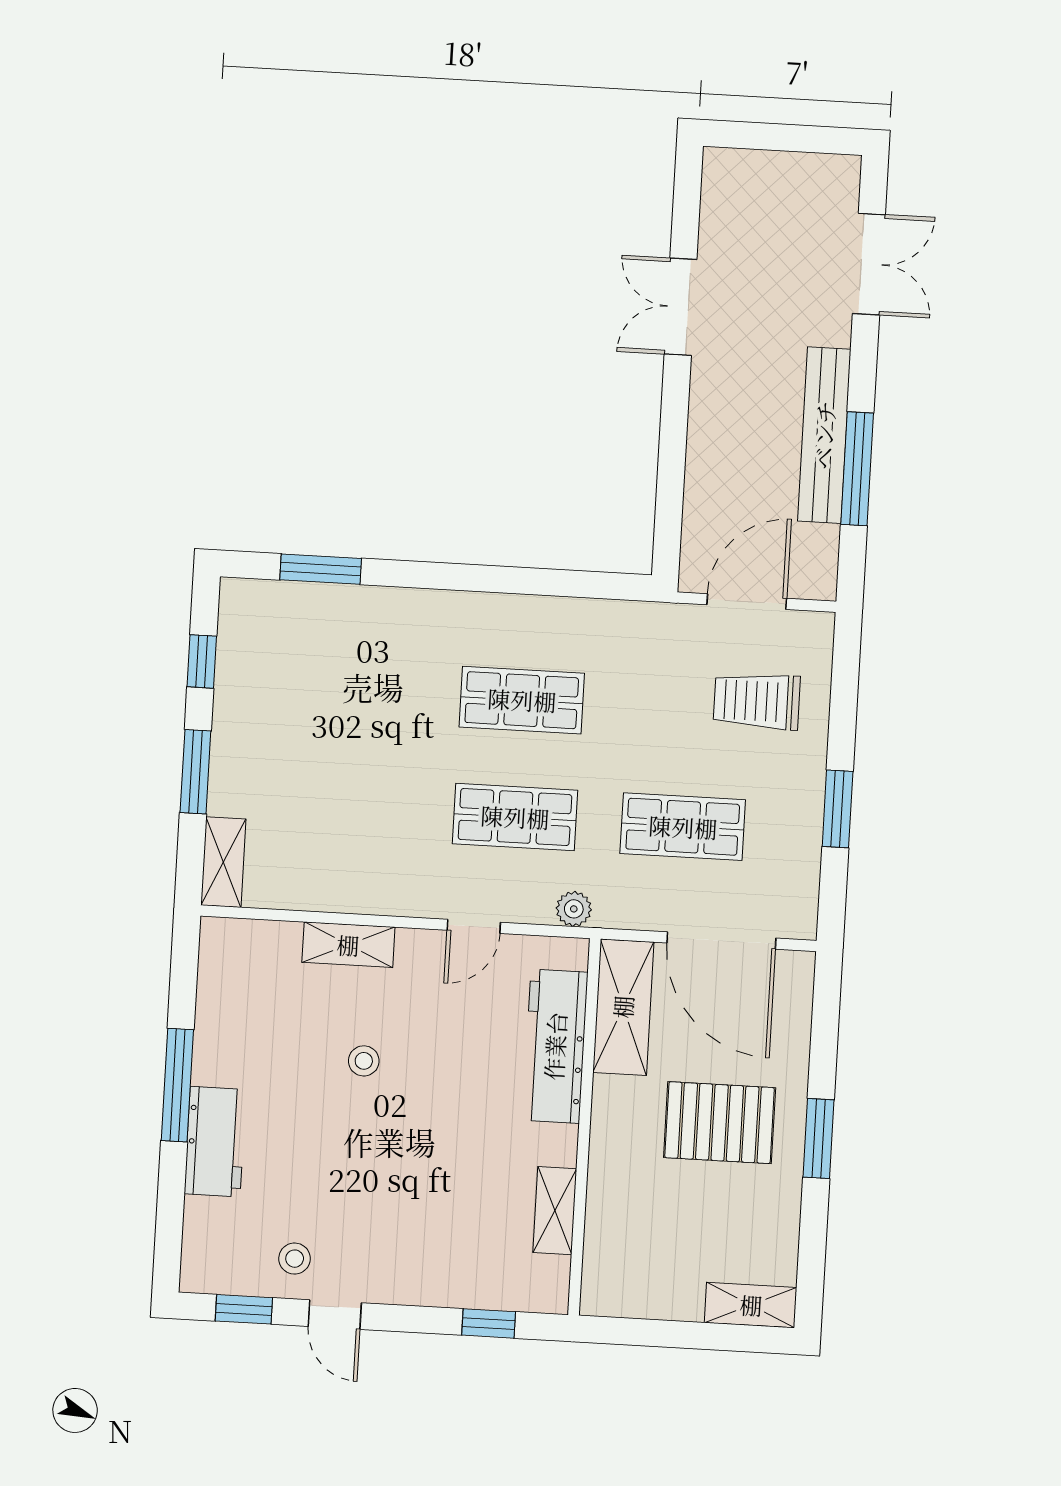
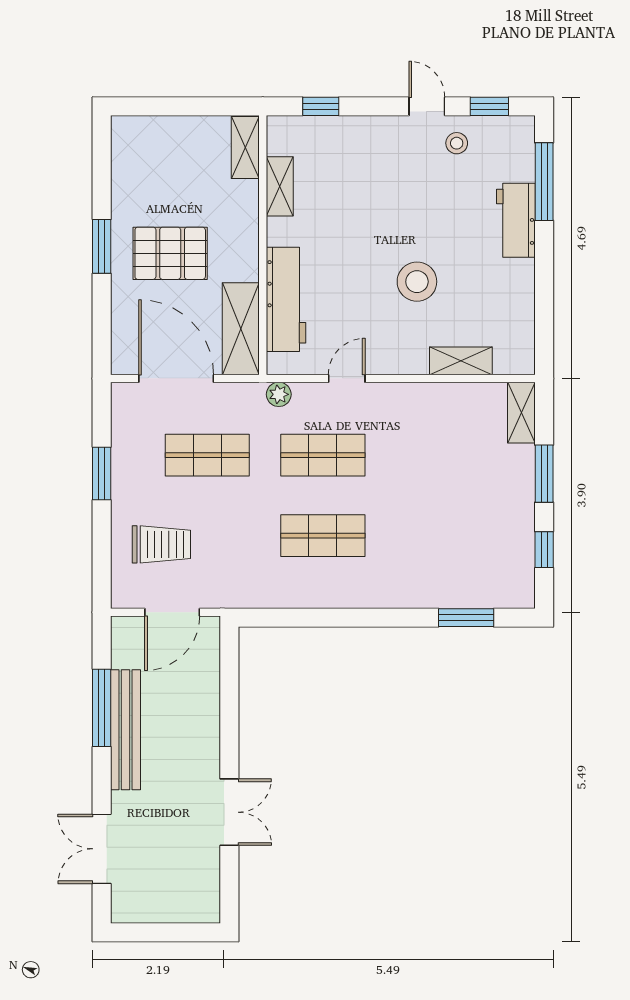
shelving: (348, 945) -> (461, 361), moved
stool: (364, 1061) -> (417, 282), width x1.89, depth x1.89
window: (177, 1085) -> (544, 182), moved
shelving: (751, 1305) -> (245, 147), moved, turned 90

